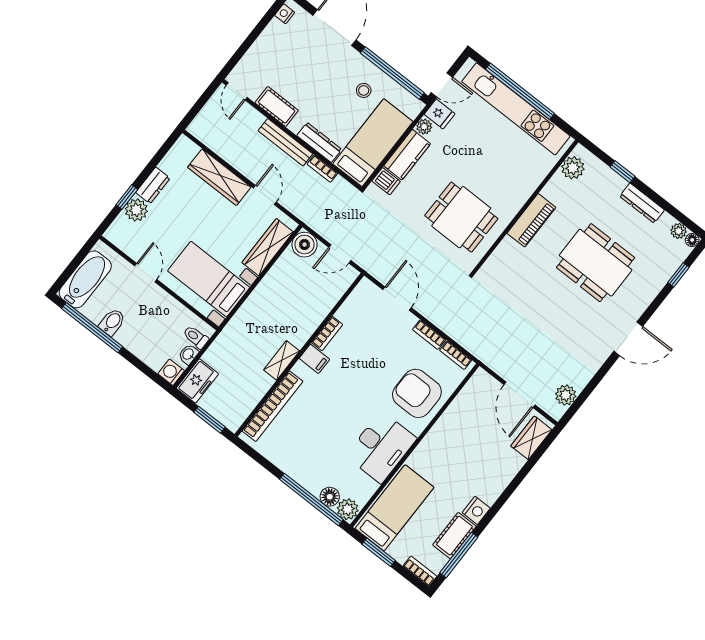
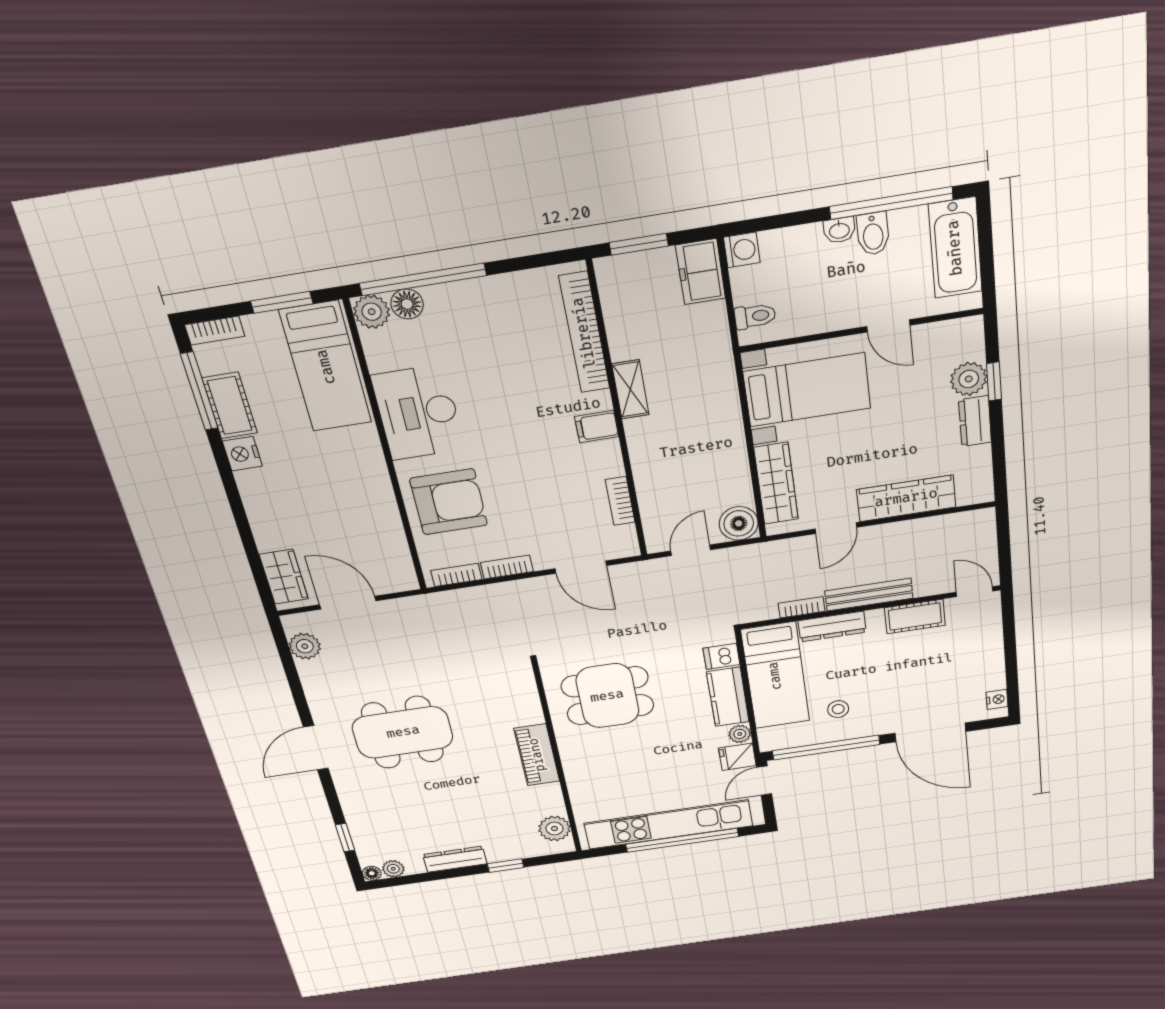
door: (265, 195) -> (836, 528), hinge flipped
dining table: (596, 263) -> (403, 732), moved
bookcase: (327, 333) -> (620, 501), moved
washbasin: (188, 354) -> (839, 230), moved, turned 90

